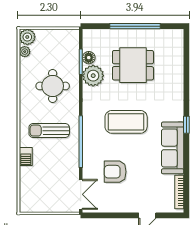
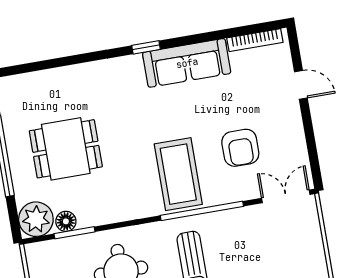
dining table: (133, 65) -> (66, 149), turned 90
plant: (93, 76) -> (36, 219), moved
coffee table: (126, 122) -> (178, 174), moved

